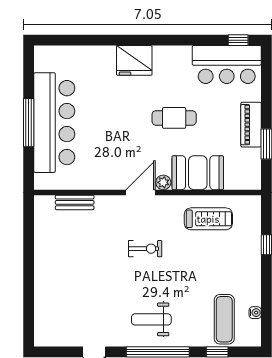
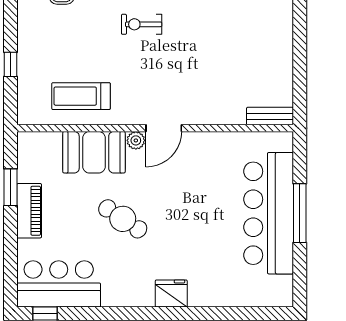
fridge: (134, 60) -> (171, 293), width x0.73, depth x0.75
cafe table: (174, 118) -> (123, 219), turned 34
bench: (75, 202) -> (270, 116), moved
exercise bike: (145, 249) -> (142, 24), moved

